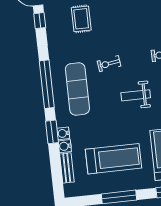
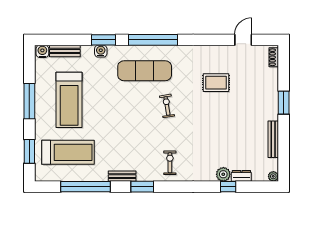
window: (40, 21) -> (219, 40), removed
weight bench: (136, 95) -> (131, 130), removed
water cooler: (65, 146) -> (42, 51), moved

